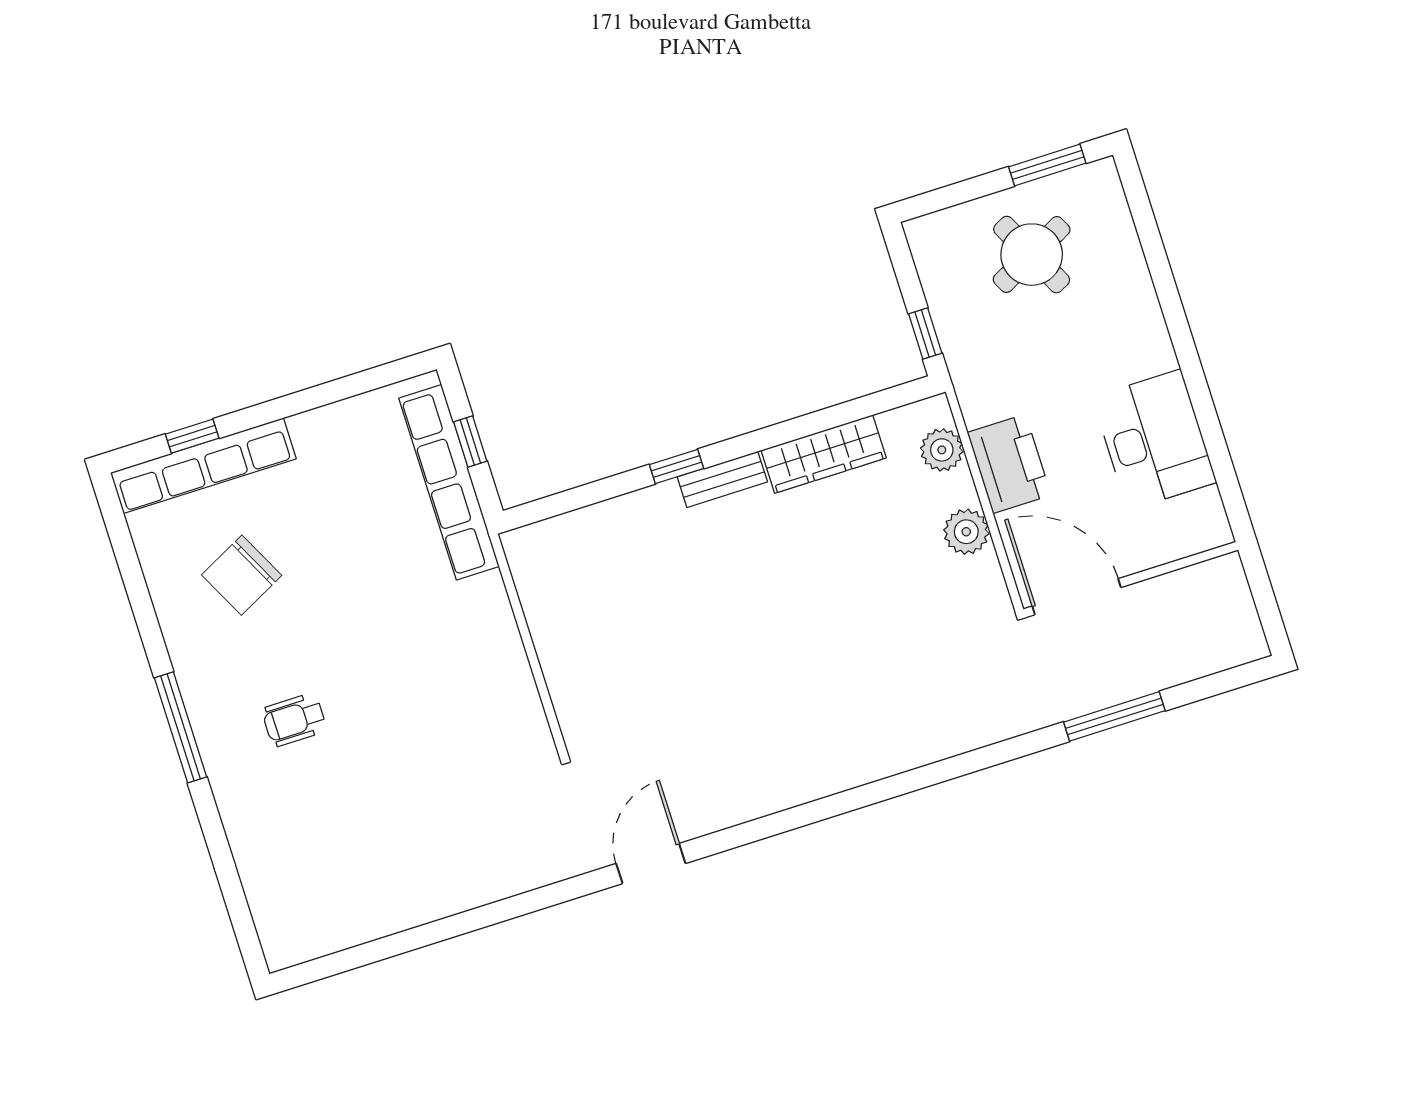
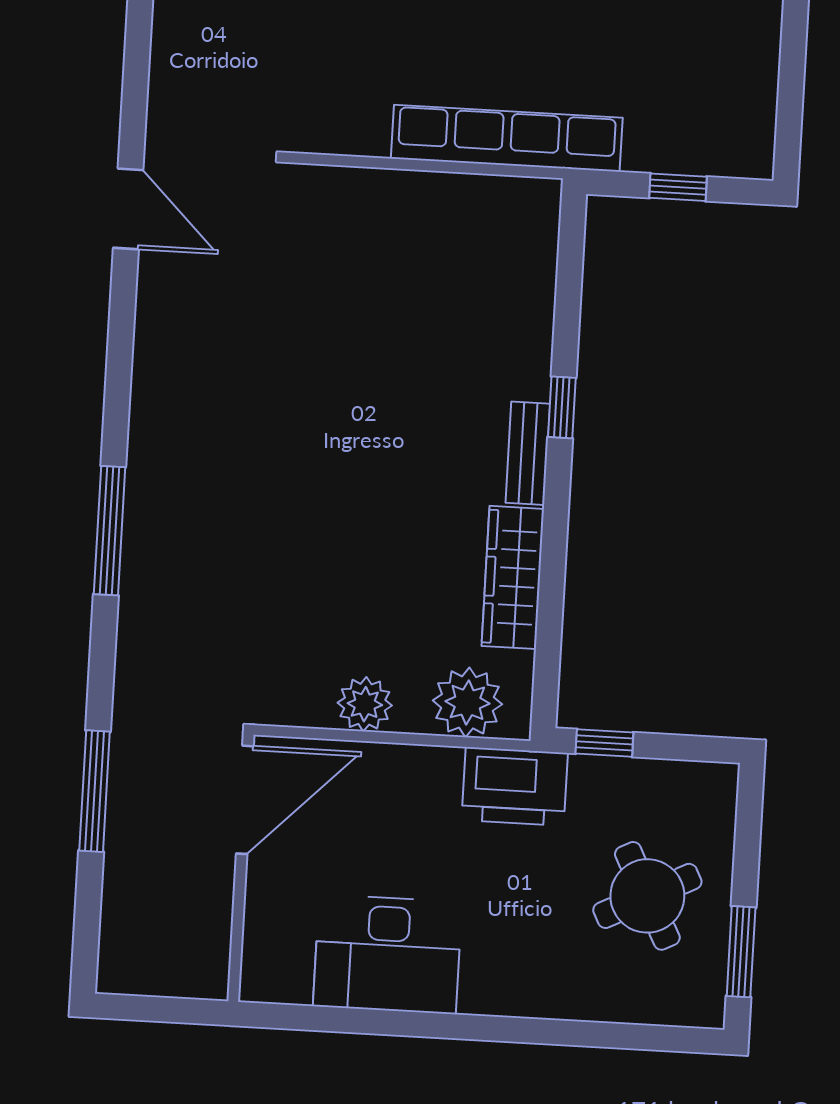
plant: (942, 450) -> (467, 702), width x1.36, depth x1.36
printer: (1009, 464) -> (515, 787), moved
row of seats: (449, 482) -> (507, 138), moved
window: (907, 782) -> (110, 531), added

